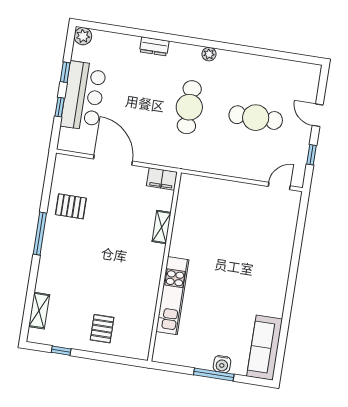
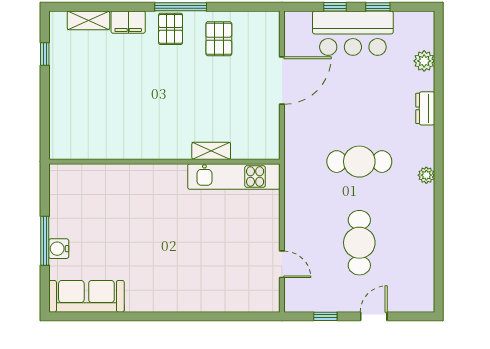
plant: (83, 36) -> (424, 61), moved
filing cabinet: (162, 179) -> (128, 22), moved, turned -90
door: (279, 186) -> (282, 264), moved
kitchen unit: (172, 296) -> (234, 177), moved
pallet: (102, 329) -> (171, 29), moved, turned 90

